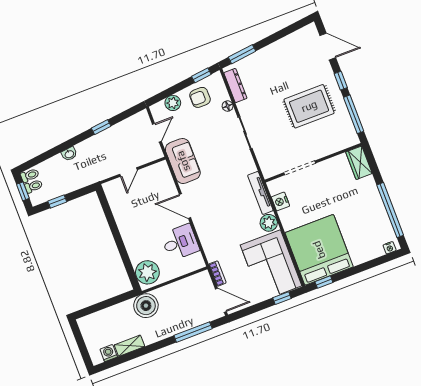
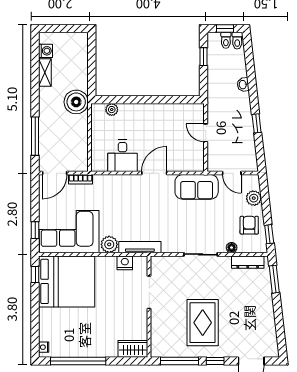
plant: (147, 272) -> (112, 110), width x0.53, depth x0.53

